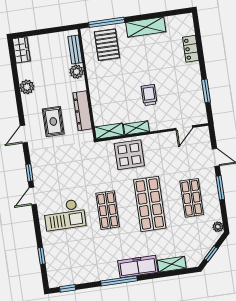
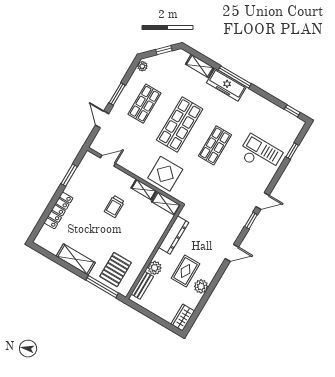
locker: (191, 49) -> (58, 210), width x1.53
rug: (53, 121) -> (185, 271), moved
checkout: (65, 215) -> (260, 154), moved
window: (119, 281) -> (235, 77), moved

